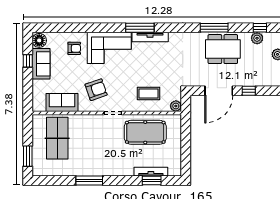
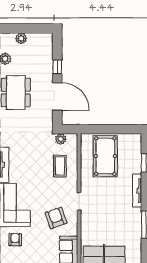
plant: (176, 106) -> (61, 139), moved
pool table: (145, 132) -> (105, 156), moved
tv unit: (151, 172) -> (137, 191), moved

